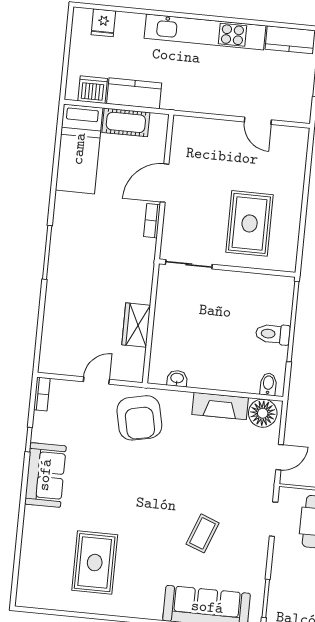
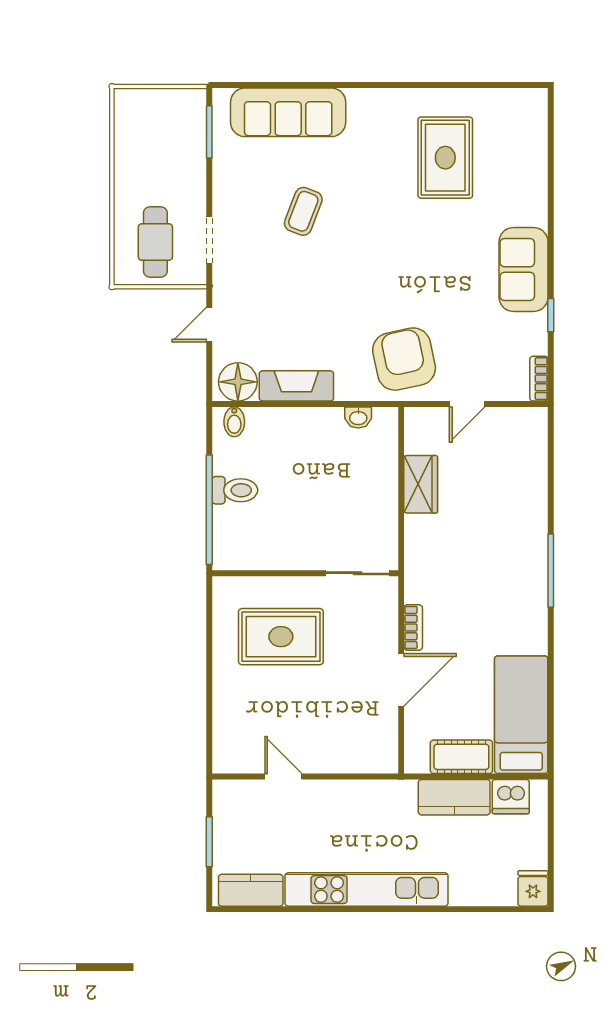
fridge: (103, 23) -> (533, 888), moved
rug: (250, 223) -> (281, 637), turned 90

